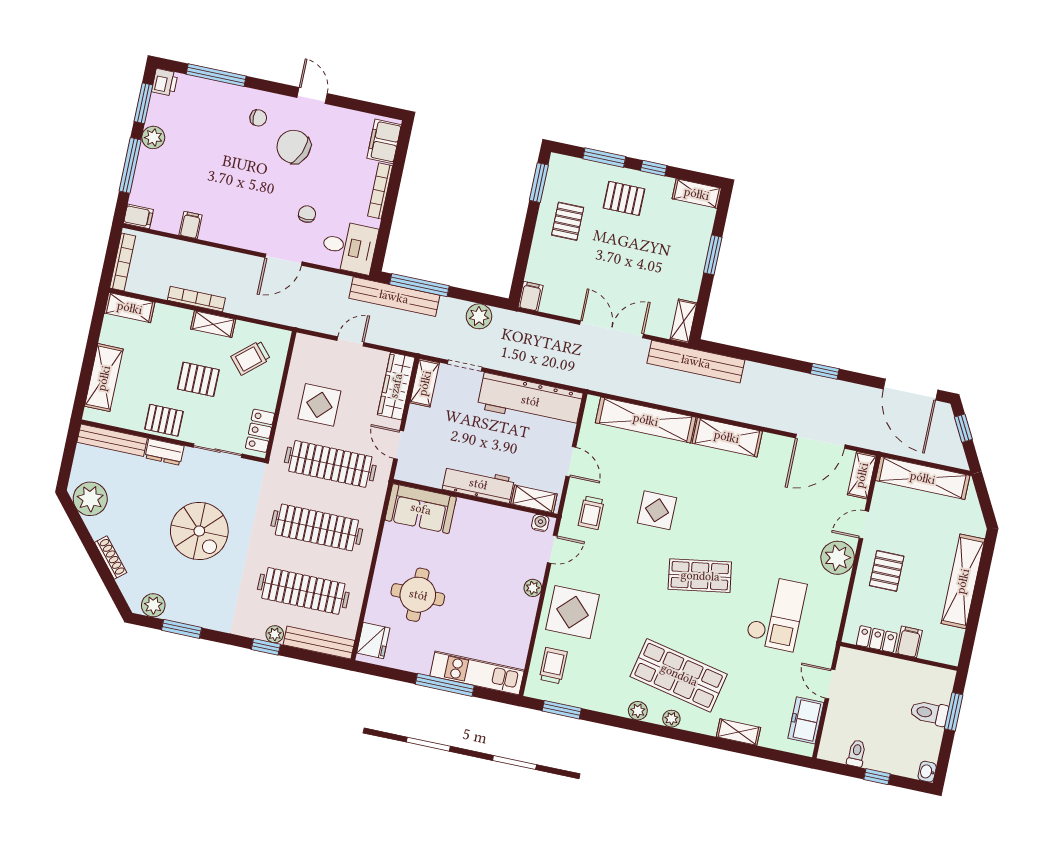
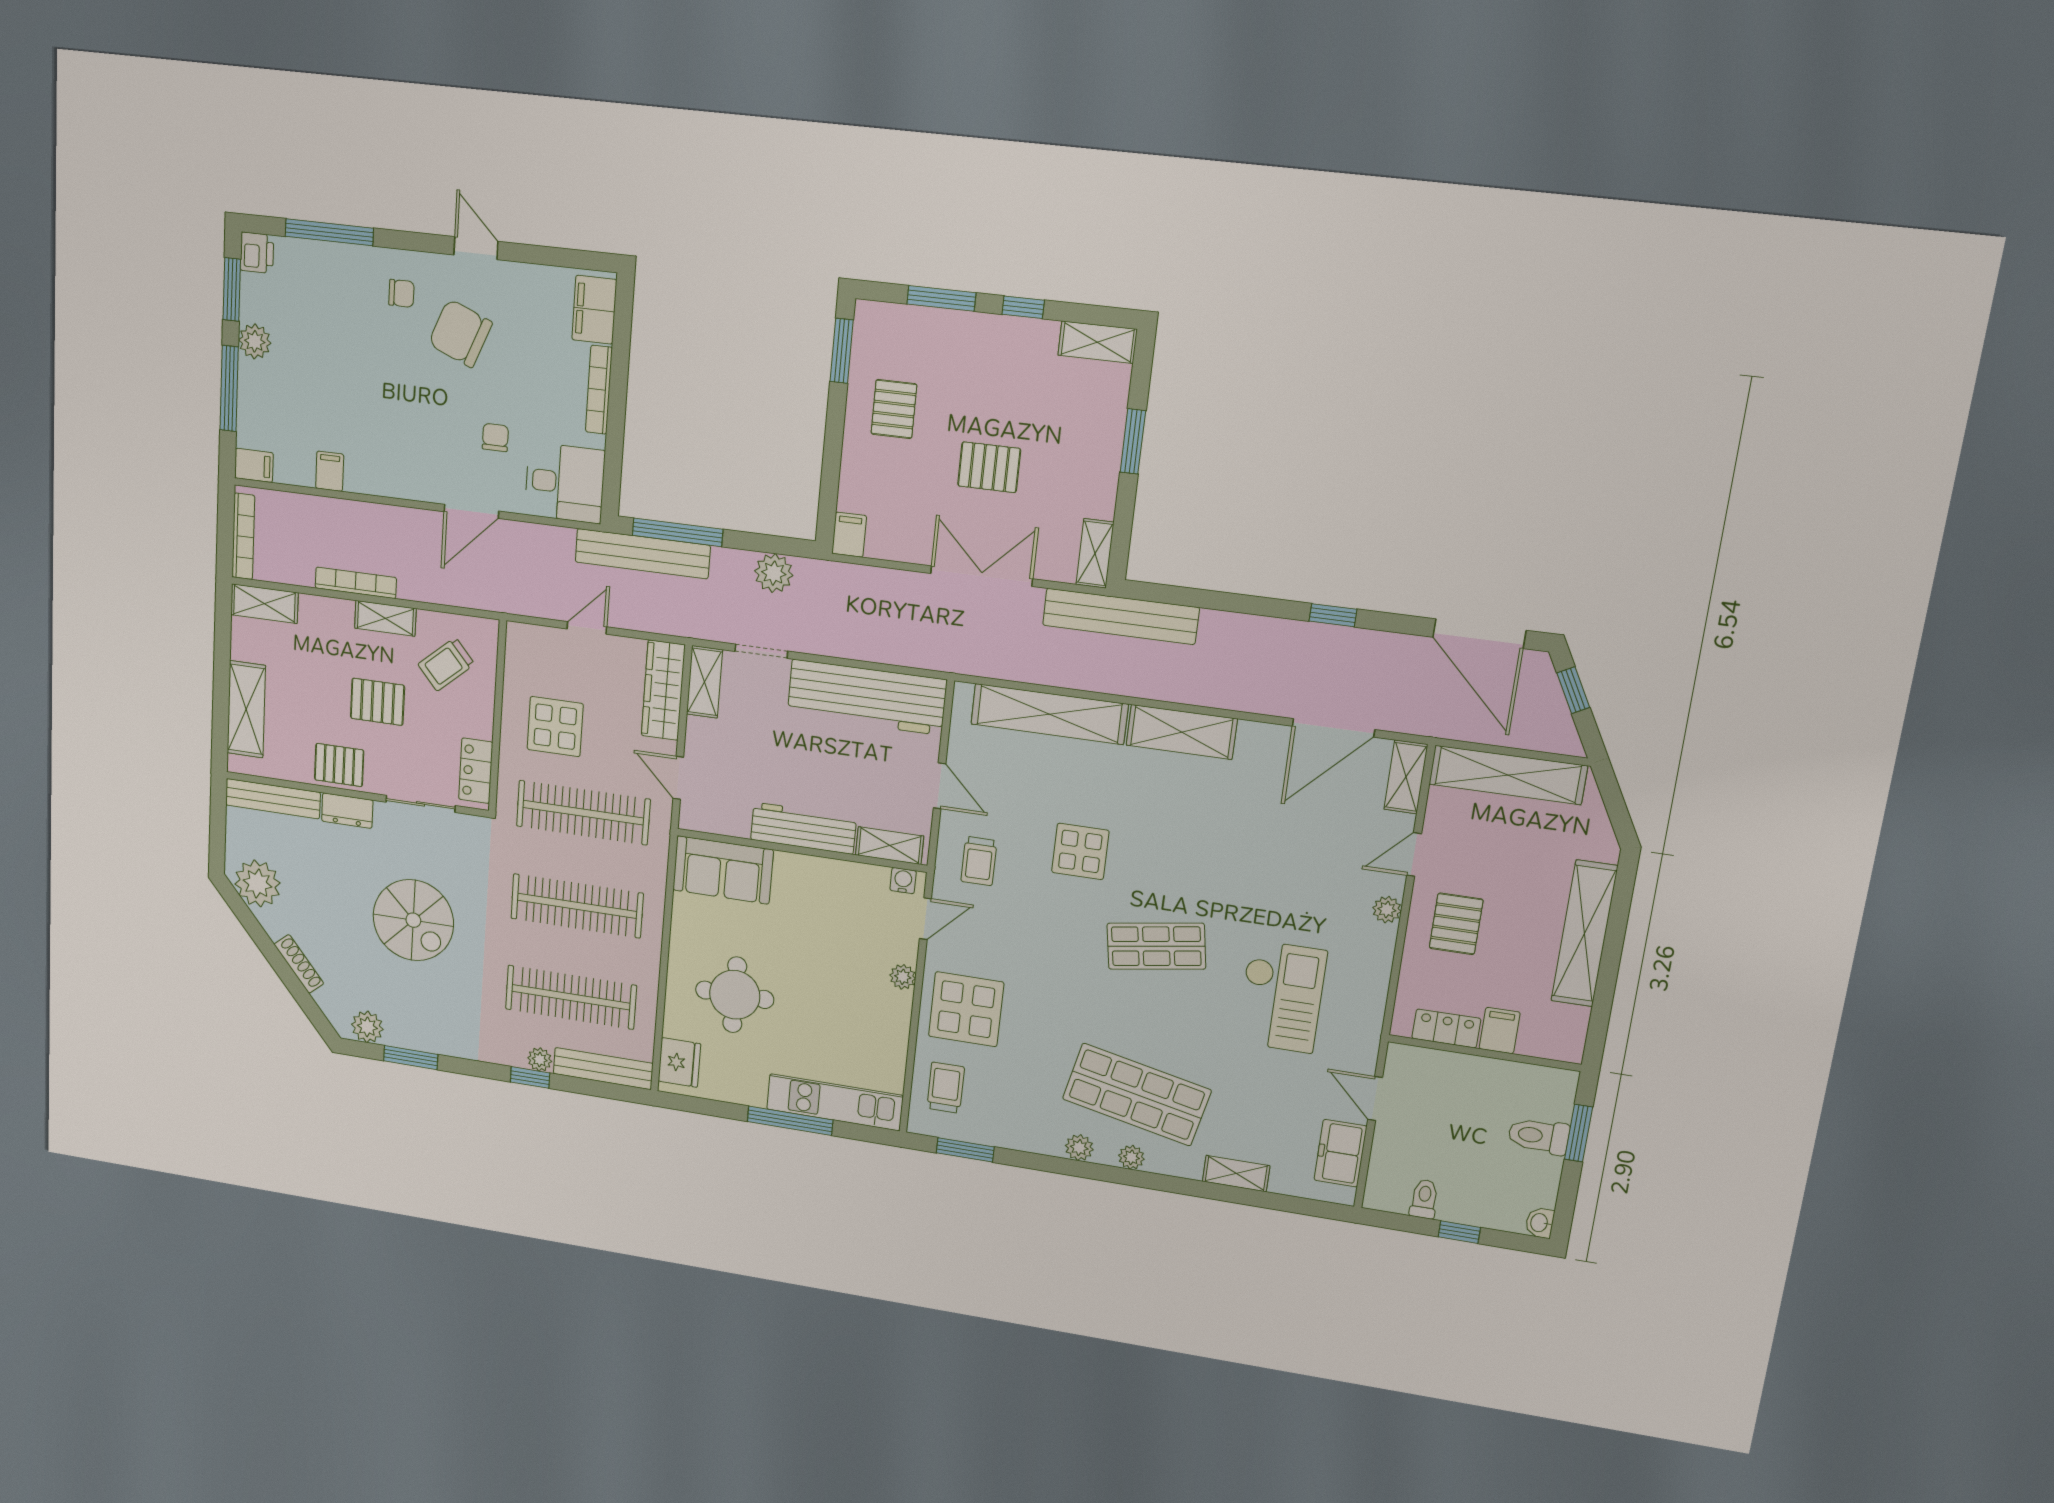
pallet: (624, 198) -> (989, 467), moved
plant: (838, 558) -> (1387, 910), width x0.53, depth x0.53

